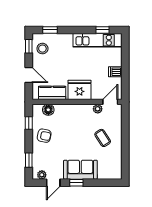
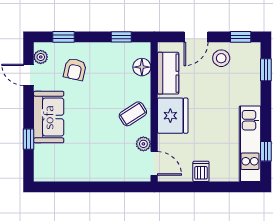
stool: (42, 49) -> (221, 58), moved
armchair: (44, 136) -> (75, 69), moved
coffee table: (103, 138) -> (133, 114), moved
window: (76, 183) -> (28, 139), moved

